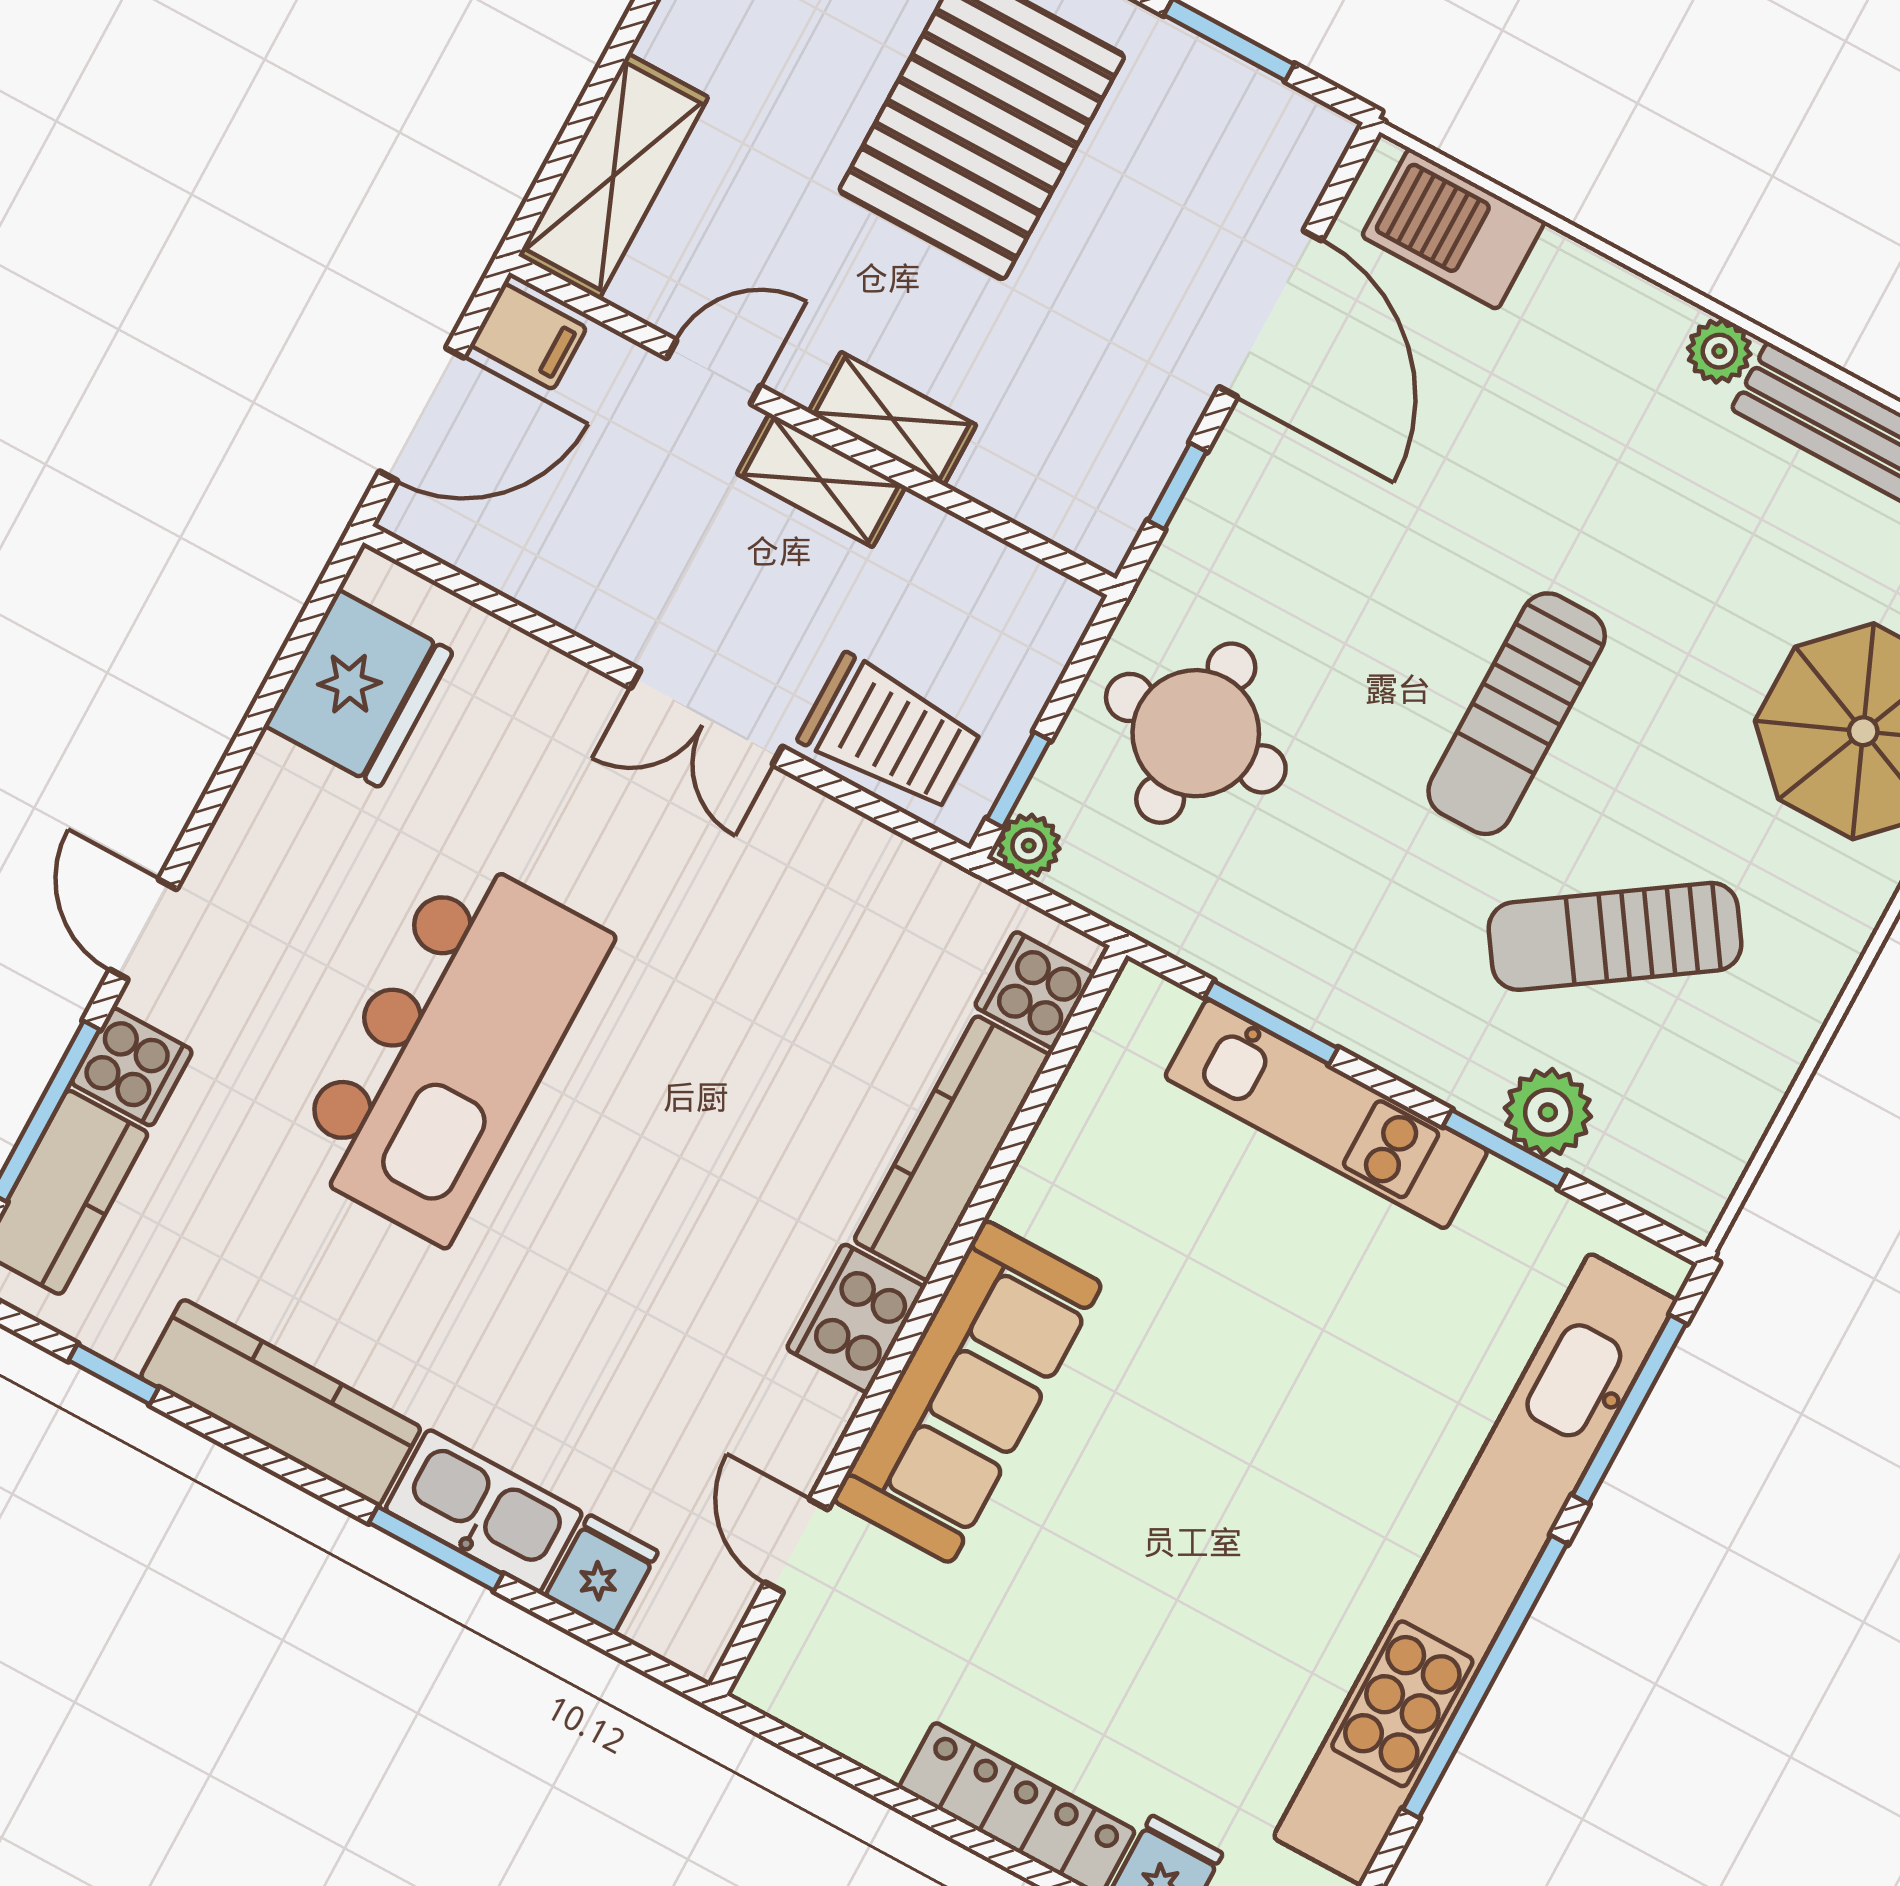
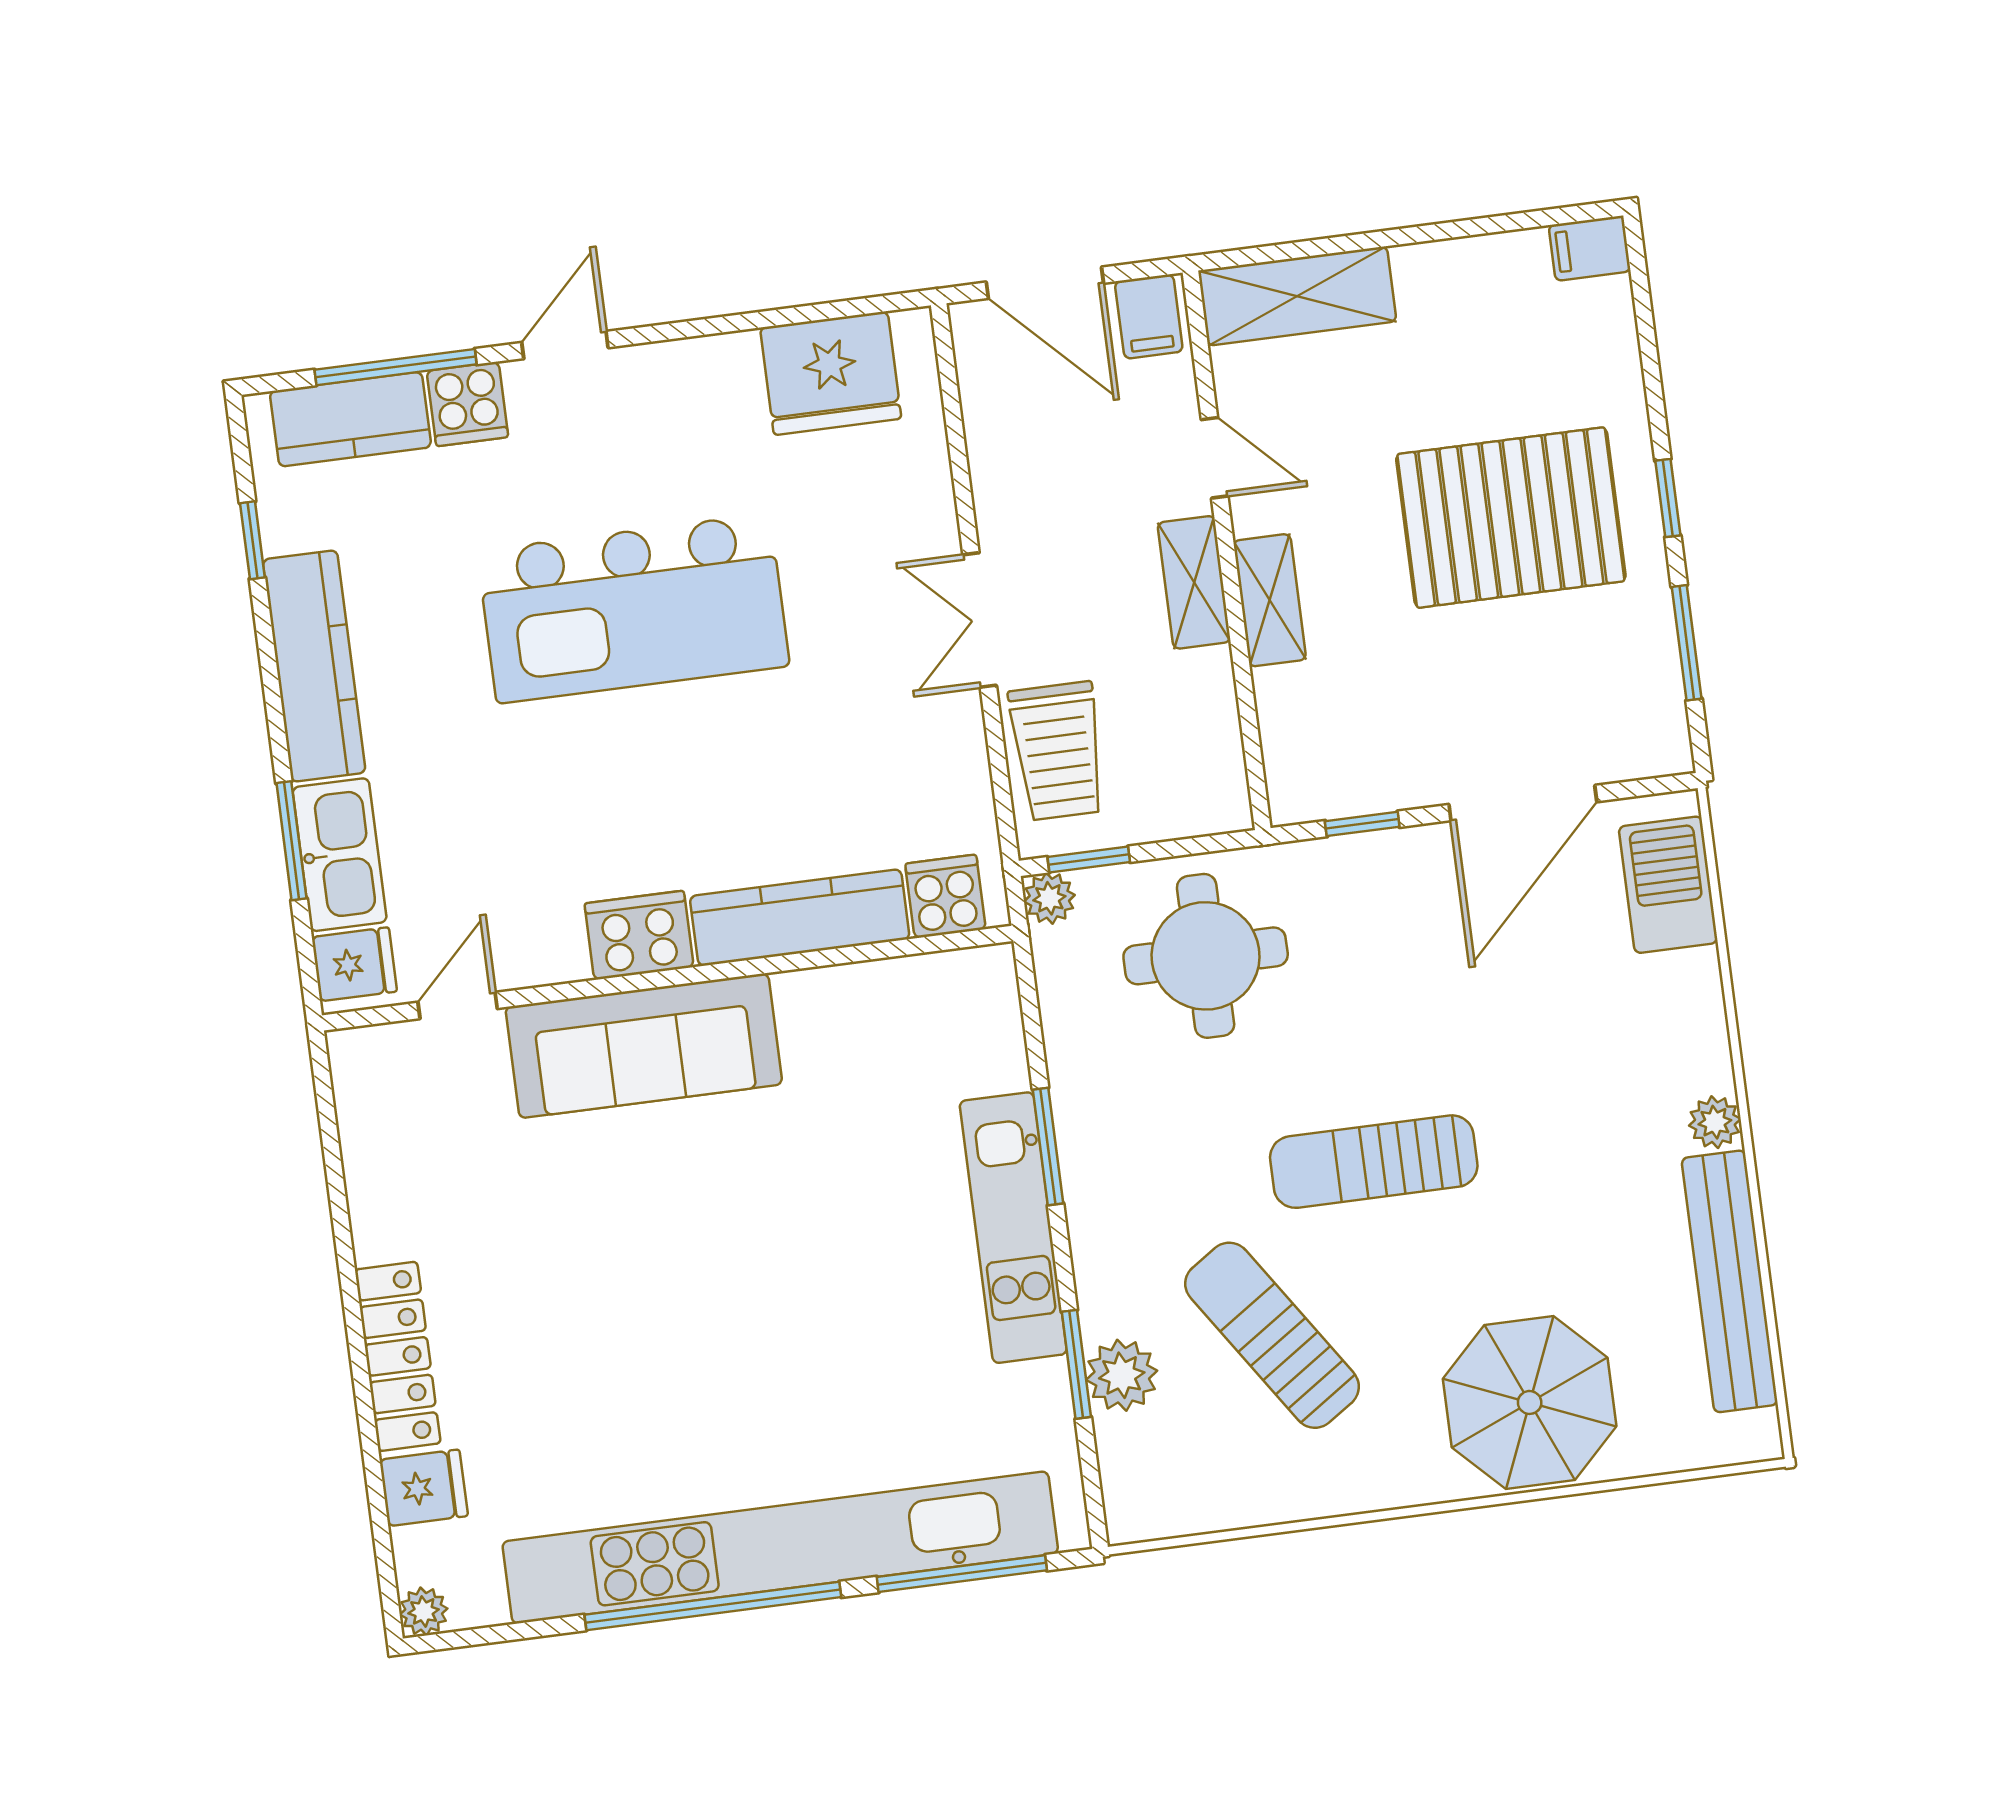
cooker: (1034, 990) -> (945, 896), moved
kitchen counter: (952, 1148) -> (800, 918), moved
cooker: (856, 1318) -> (639, 935), moved
wall: (918, 1320) -> (668, 978), moved
sofa: (967, 1392) -> (644, 1046), moved
door: (796, 1546) -> (458, 1005), moved

